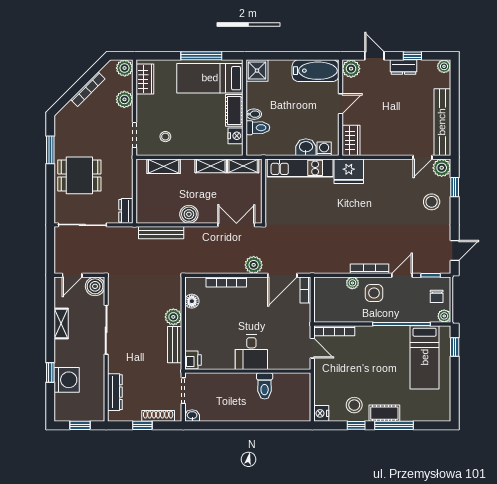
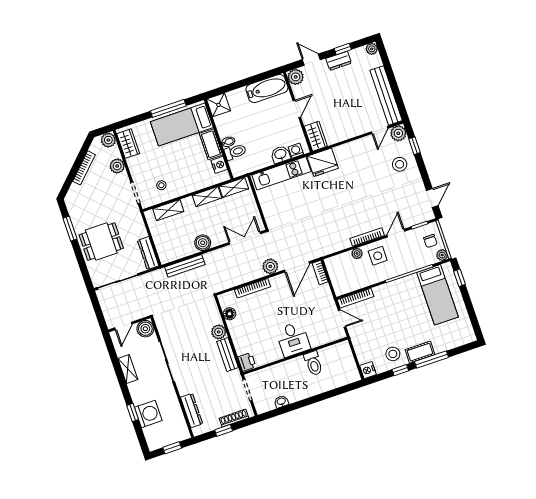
dresser: (126, 211) -> (148, 253), width x1.44
washbasin: (192, 416) -> (281, 402), moved

